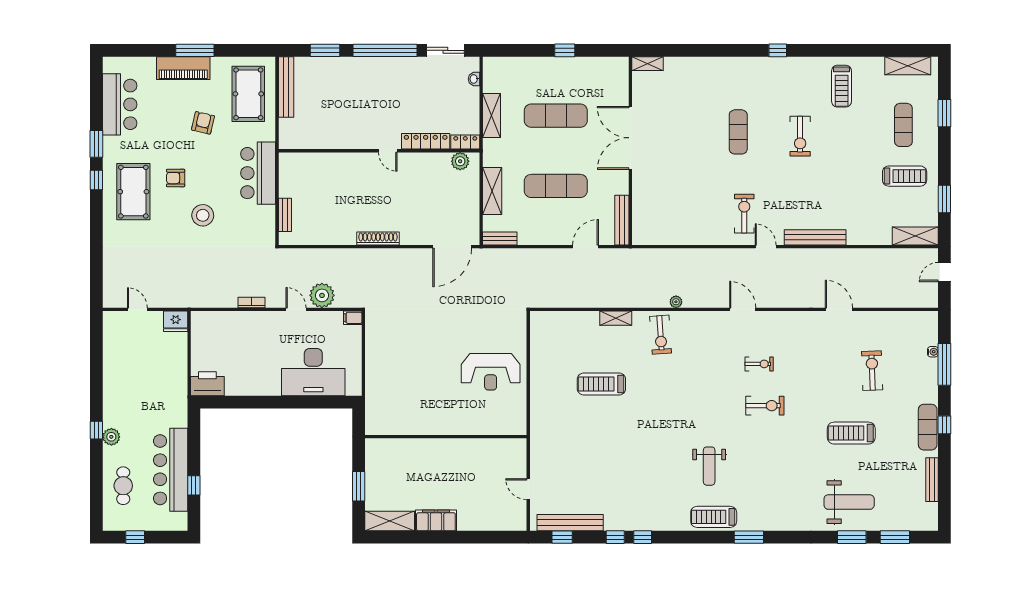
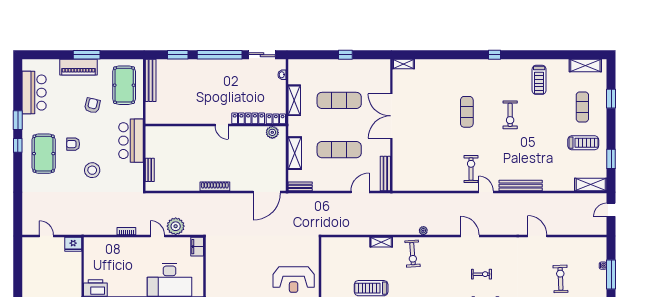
filing cabinet: (353, 318) -> (197, 247), width x2.00

